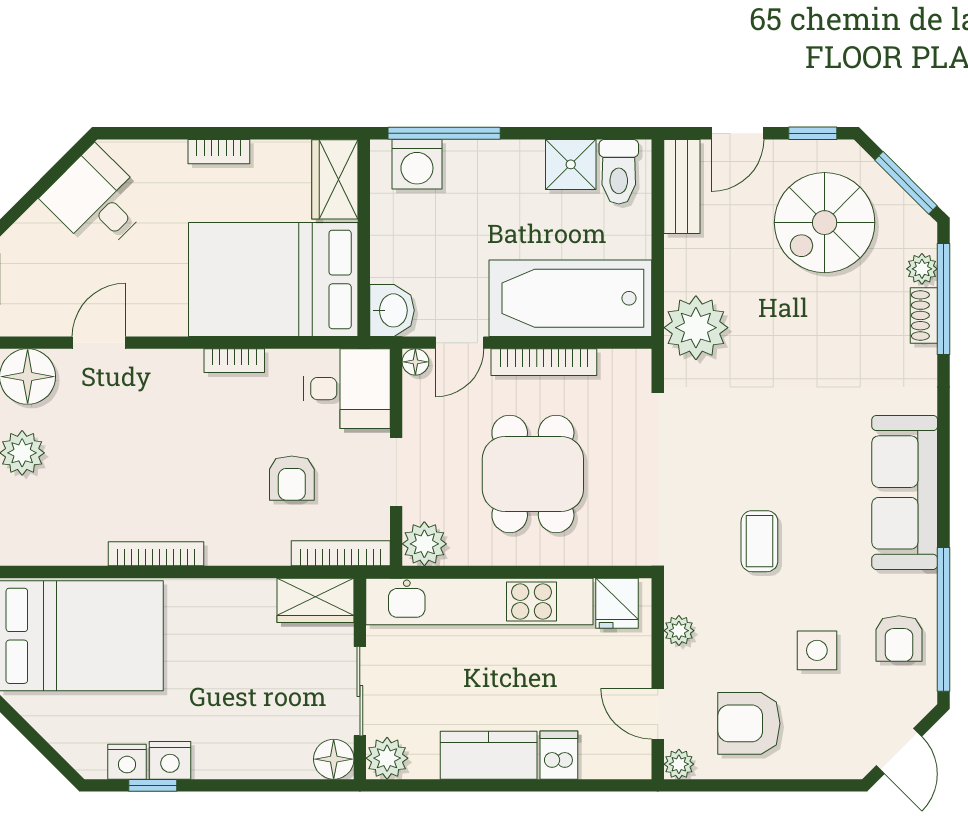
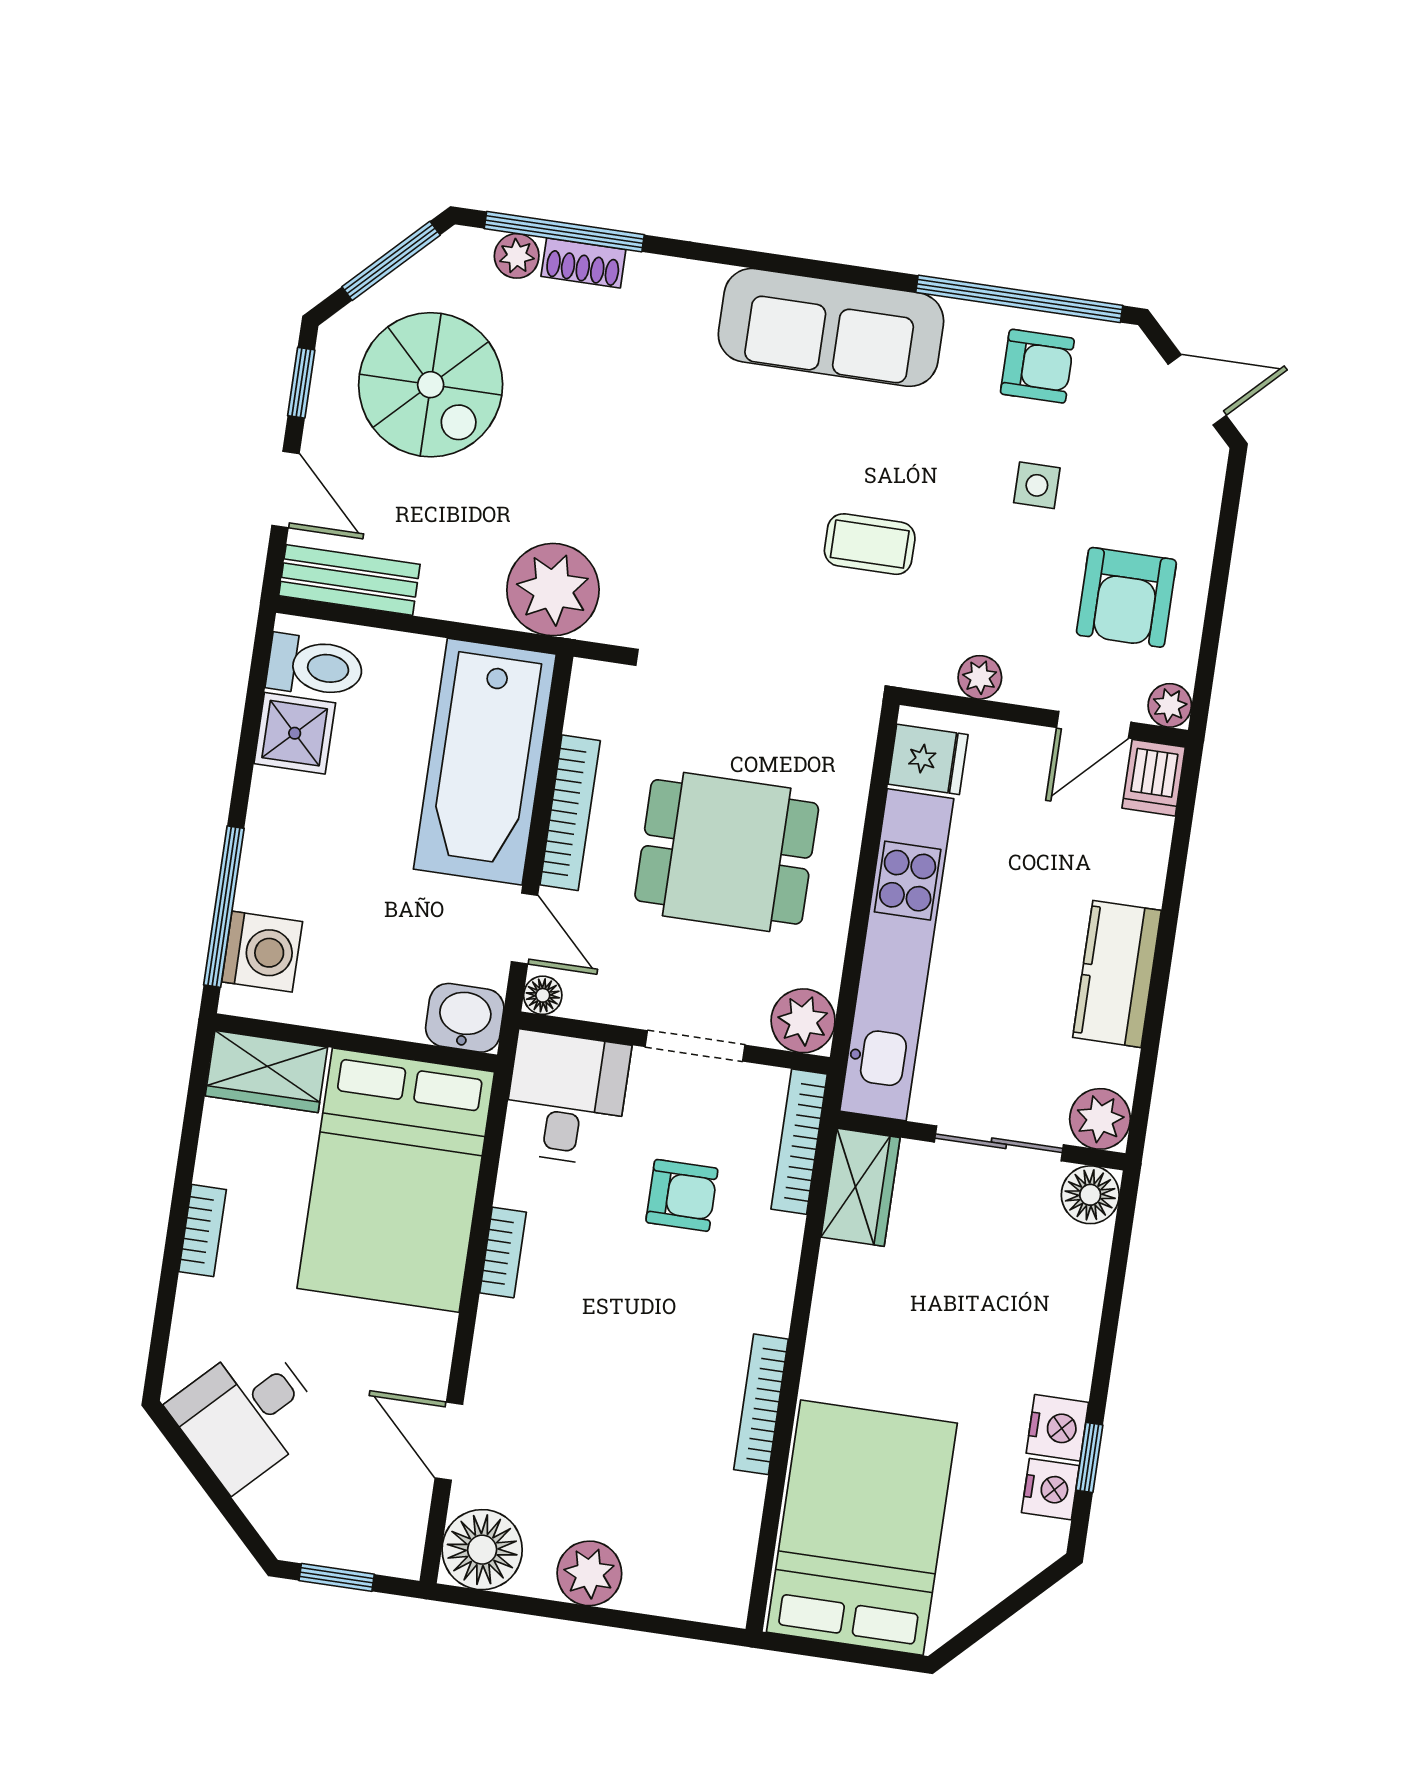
side table: (817, 650) -> (1037, 485), width x0.73, depth x0.73
dishwasher: (559, 755) -> (1154, 778), moved, turned -90

